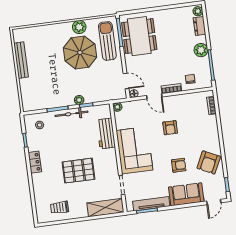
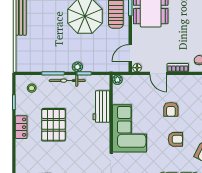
door: (126, 81) -> (130, 53), swing flipped
armchair: (179, 165) -> (175, 139), moved
pallet: (78, 171) -> (53, 125), moved, turned 90

